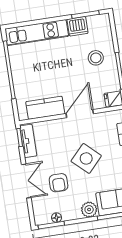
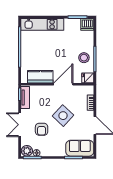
dishwasher: (77, 26) -> (87, 24), moved
stool: (96, 58) -> (84, 58), moved
double door: (26, 181) -> (20, 125), swing flipped
plant: (89, 210) -> (27, 151), moved

